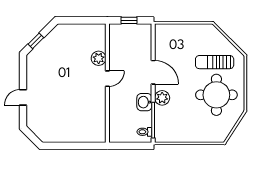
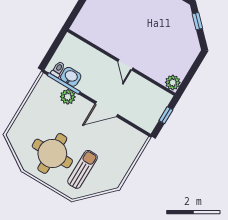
plant: (99, 58) -> (173, 83), moved
plant: (162, 98) -> (68, 97), moved
washbasin: (144, 102) -> (71, 77), moved

